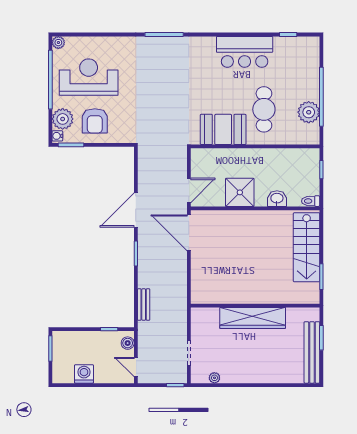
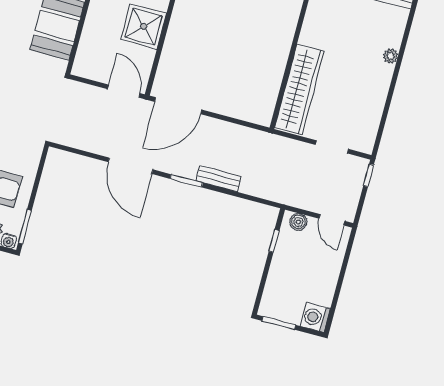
bench: (144, 305) -> (219, 179), moved
wardrobe: (253, 318) -> (299, 89), moved
door: (136, 367) -> (332, 220), hinge flipped
washing machine: (84, 374) -> (315, 317), moved
plant: (214, 378) -> (391, 56), moved

